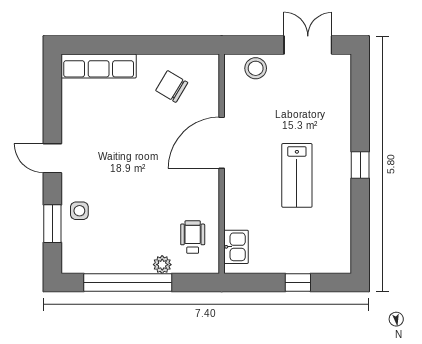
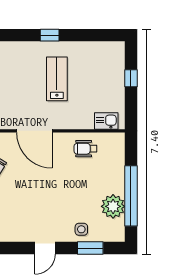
lab bench: (297, 175) -> (57, 79), turned -90
wheelchair: (193, 237) -> (85, 149), moved
plant: (162, 265) -> (113, 206), moved, width x1.87, depth x1.87

